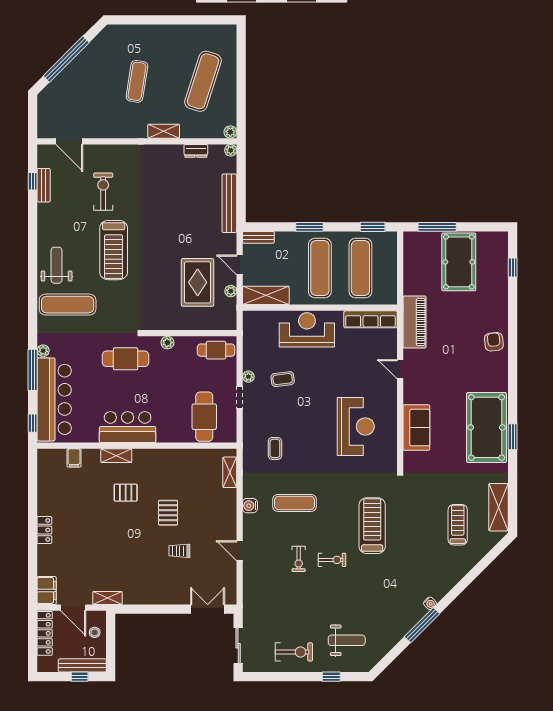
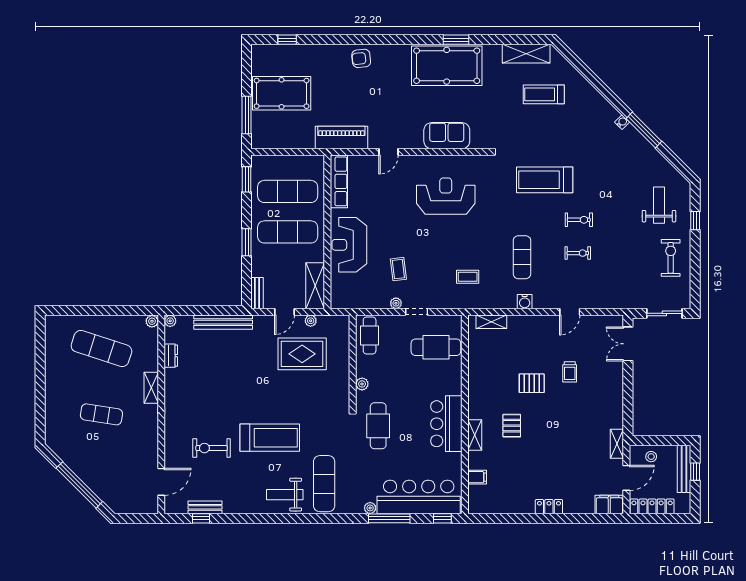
exercise bike: (332, 560) -> (579, 220), turned 90

